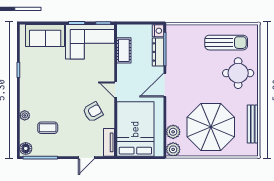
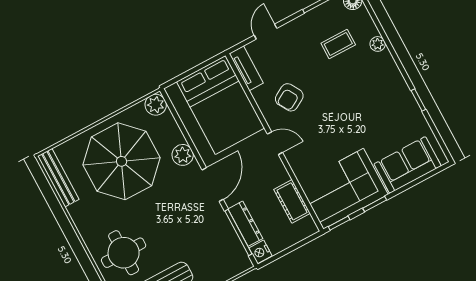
bench: (253, 124) -> (58, 178), moved
plant: (173, 132) -> (183, 155), moved

